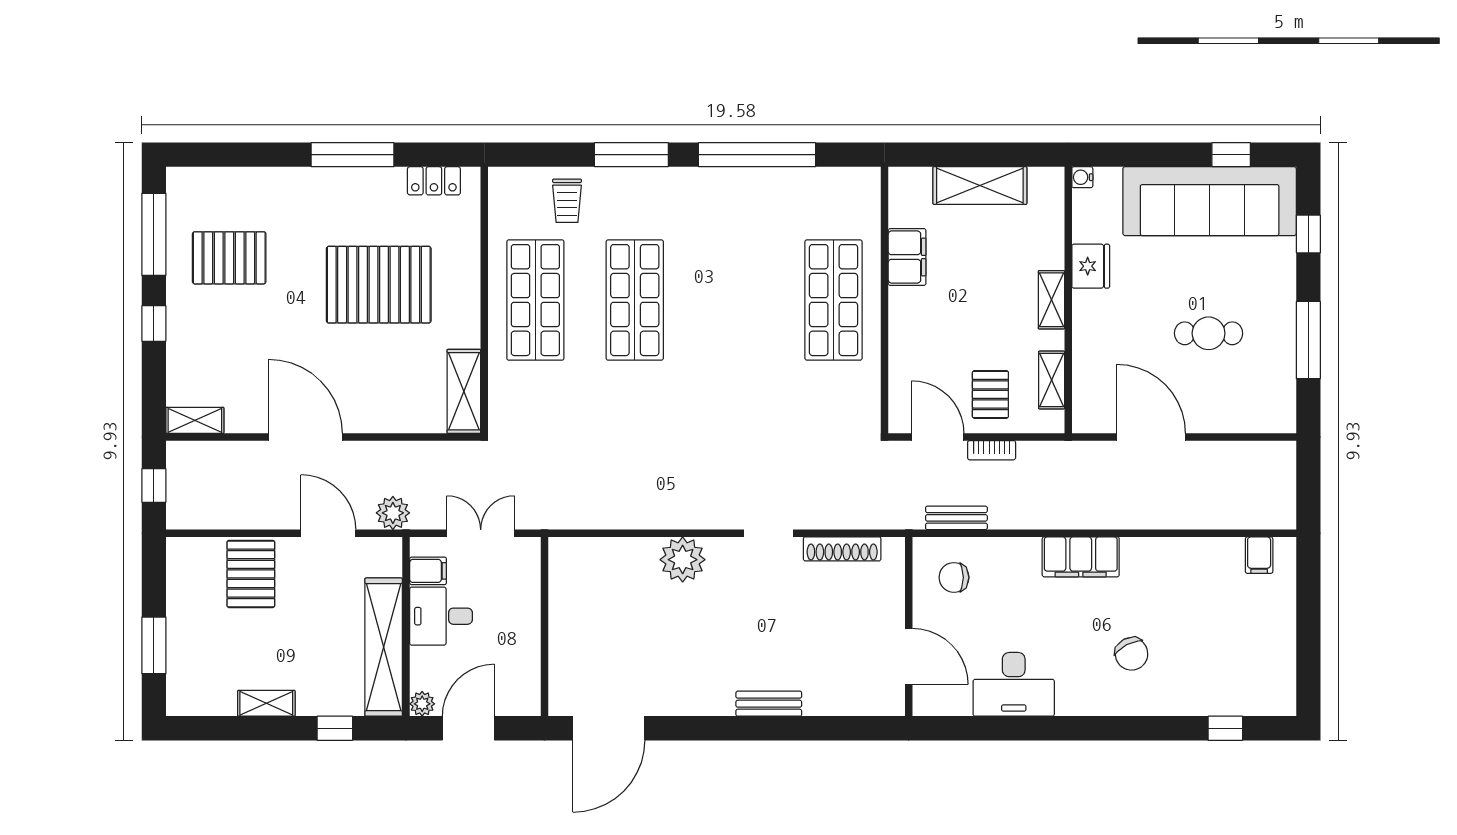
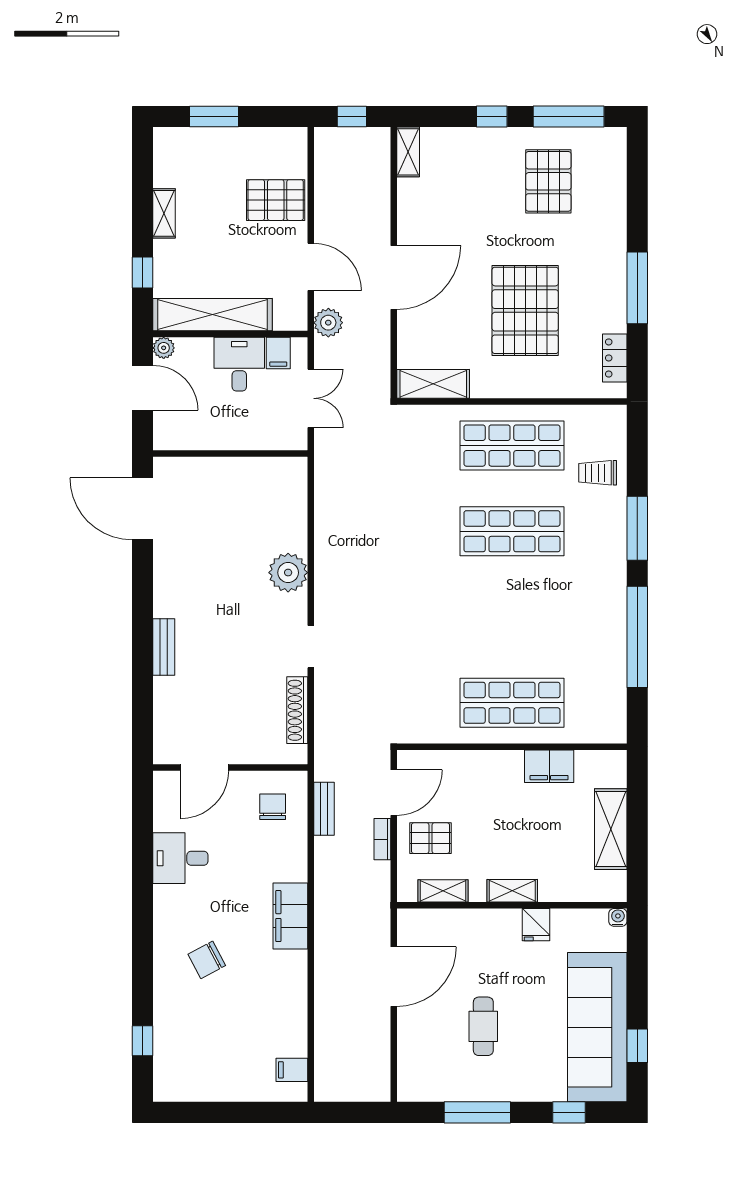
fridge: (1091, 266) -> (536, 925), width x0.72
door: (305, 437) -> (394, 278), moved
door: (328, 533) -> (311, 267), hinge flipped
desk: (1014, 684) -> (180, 858), width x0.73

